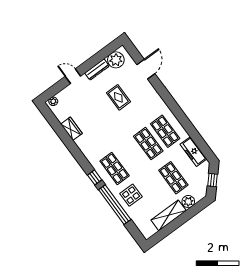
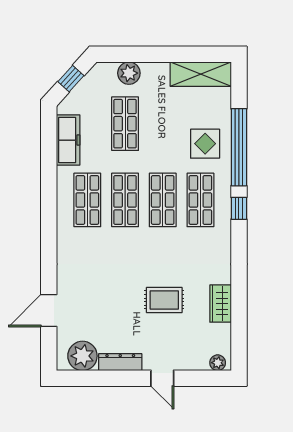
rug: (118, 97) -> (164, 300), moved, turned 90
shop shelf: (131, 156) -> (163, 200), added
shelving: (169, 215) -> (201, 74), moved

